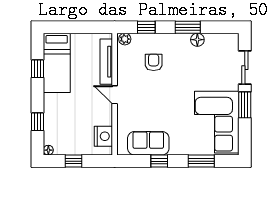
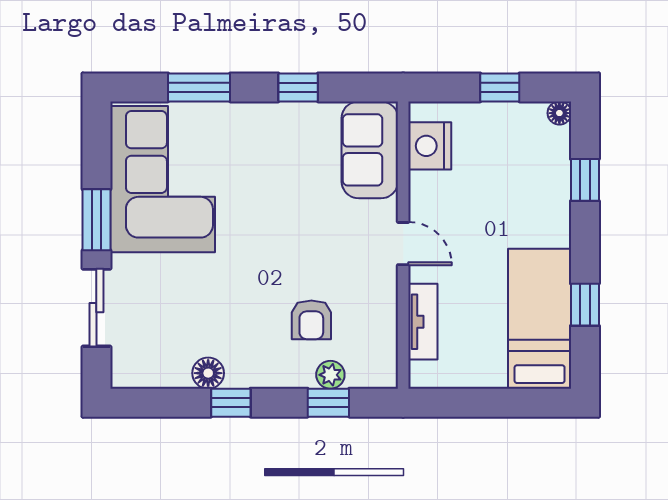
window: (188, 27) -> (231, 403), width x0.67
plant: (125, 39) -> (330, 375), moved
tv unit: (106, 62) -> (423, 322), width x0.71
sofa: (148, 143) -> (370, 150), moved, turned 90

